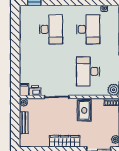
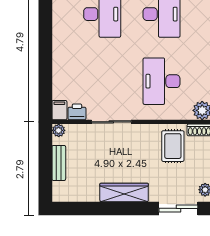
rug: (84, 110) -> (173, 146), moved

